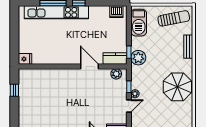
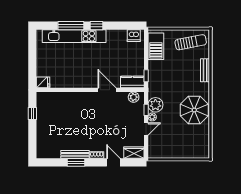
plant: (138, 58) -> (155, 105), moved

